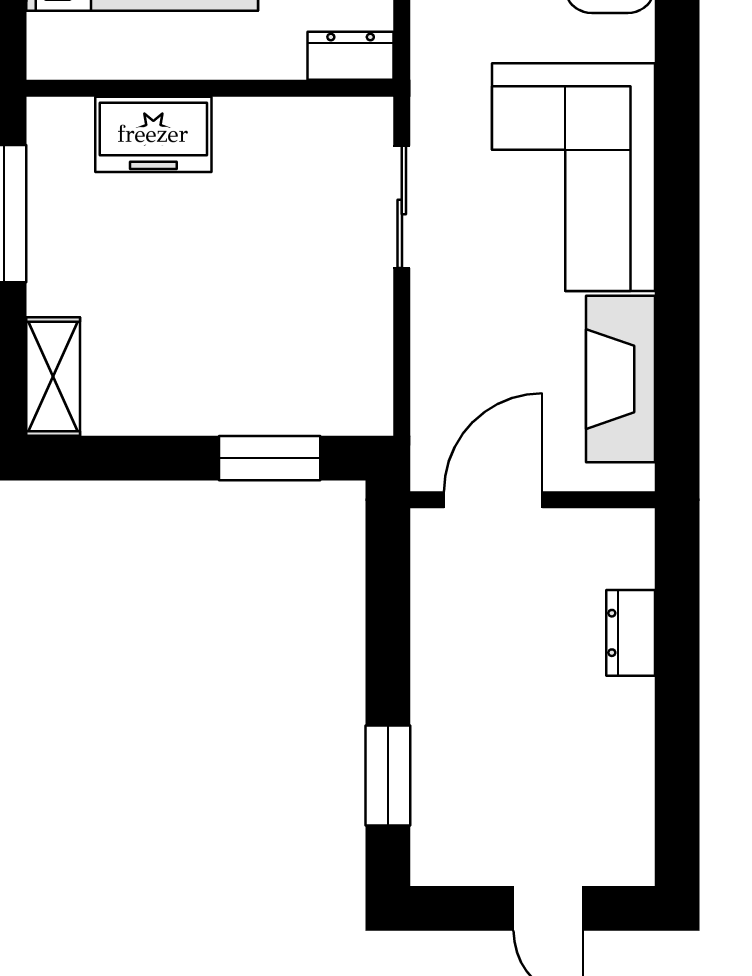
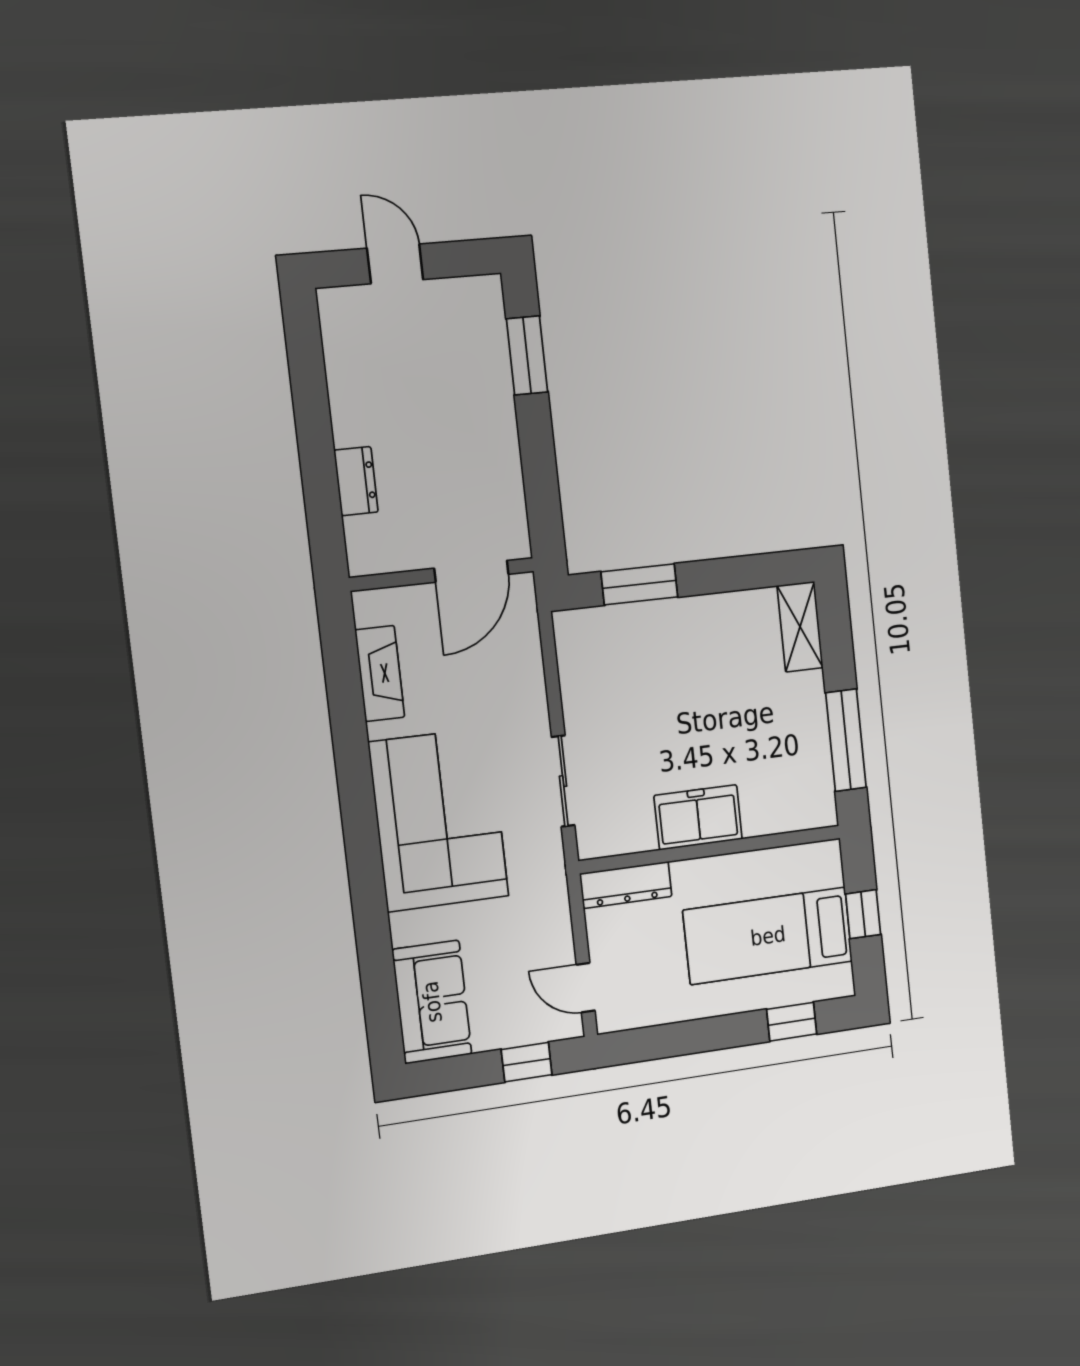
dresser: (351, 56) -> (626, 885), width x1.44
freezer: (153, 134) -> (698, 817), moved
fireplace: (620, 379) -> (380, 674), width x0.73, depth x0.76

